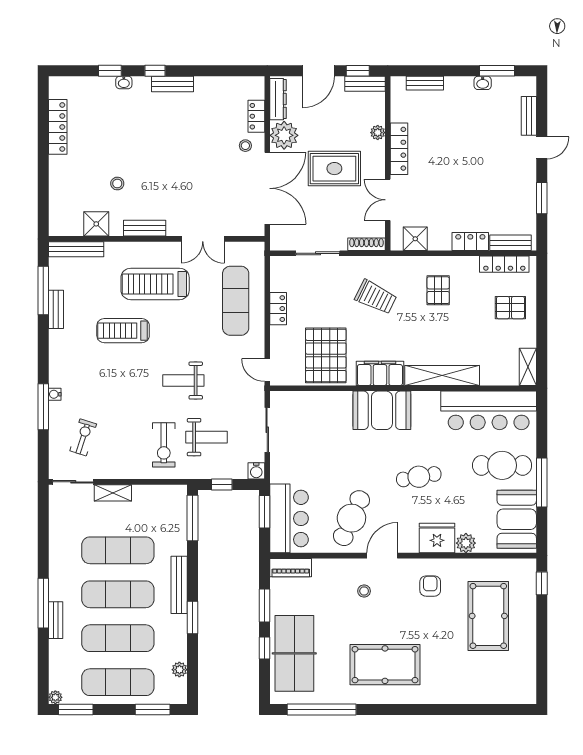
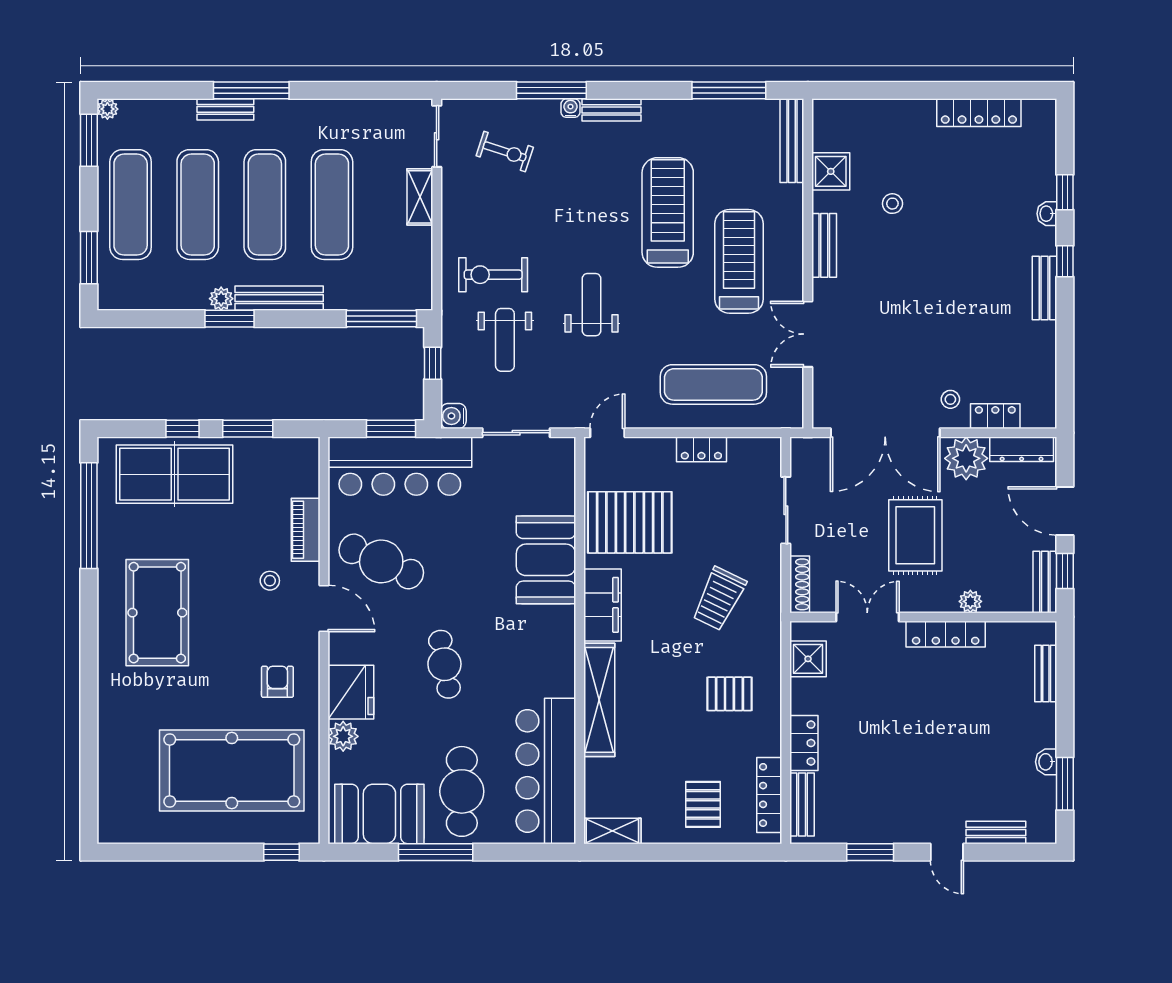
bench: (56, 309) -> (611, 110), moved
treadmill: (123, 331) -> (668, 212), width x1.37, depth x1.38
booth: (382, 410) -> (546, 560), moved
bar counter: (289, 518) -> (400, 466), width x1.36
piano: (291, 568) -> (306, 530), moved
armchair: (430, 586) -> (277, 682), turned -90
pool table: (488, 616) -> (232, 771), width x1.36, depth x1.32
plant: (179, 670) -> (221, 299), moved

